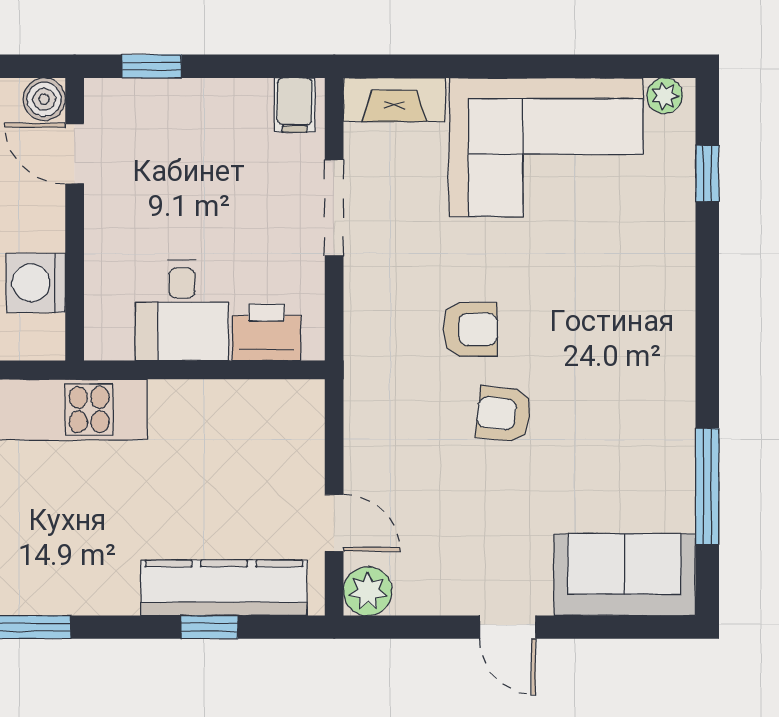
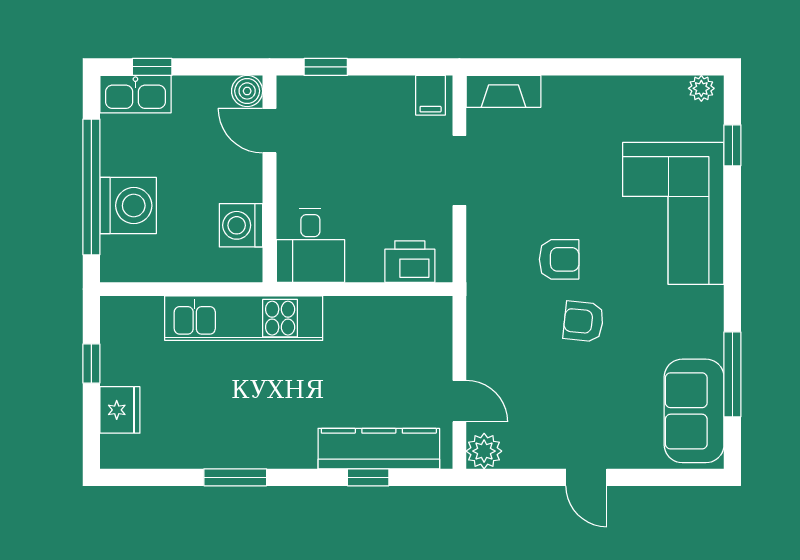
corner sofa: (546, 147) -> (673, 213), moved, turned 90
desk: (182, 310) -> (310, 245), moved
sofa: (624, 575) -> (694, 411), moved, turned -90

